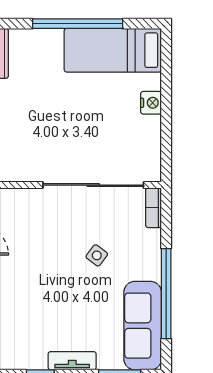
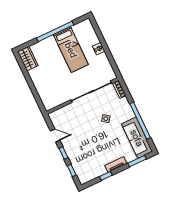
bed: (113, 50) -> (71, 50), moved, turned -90

